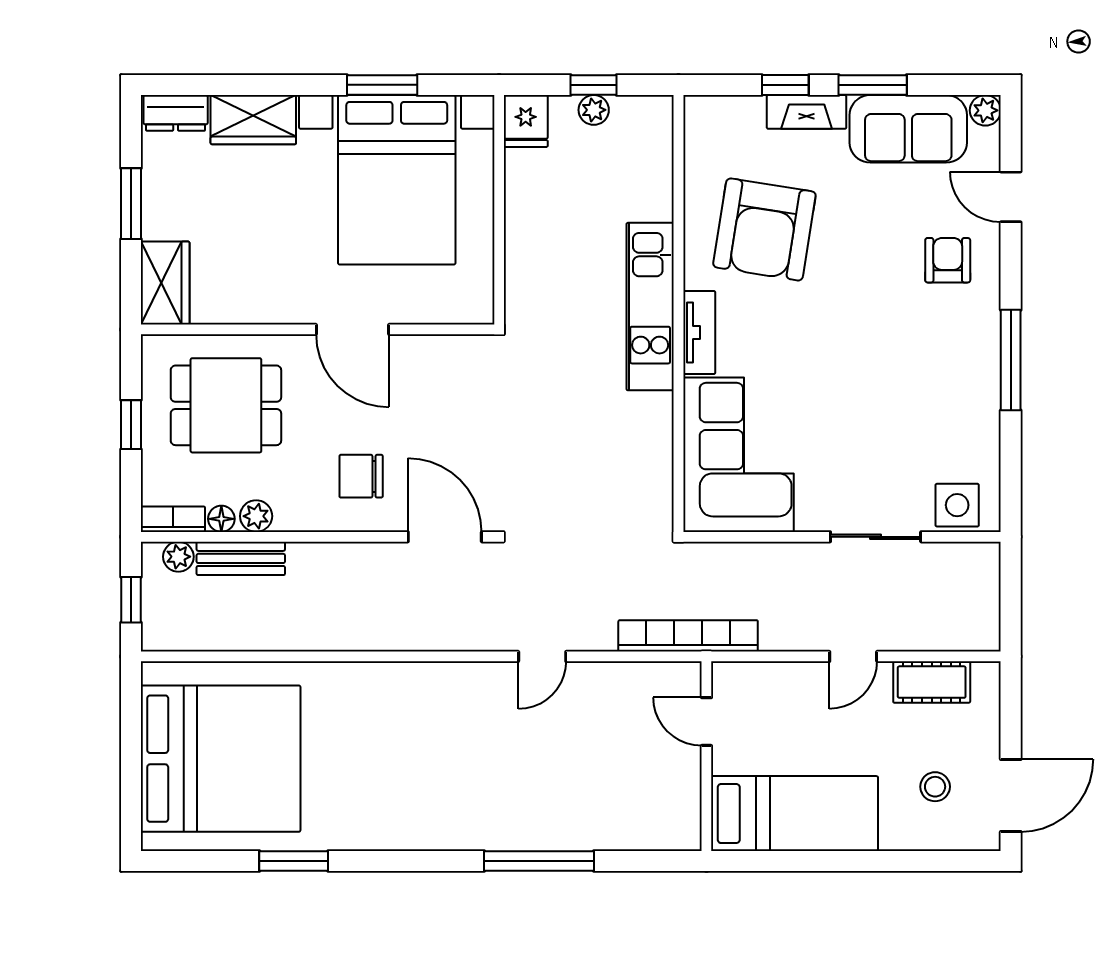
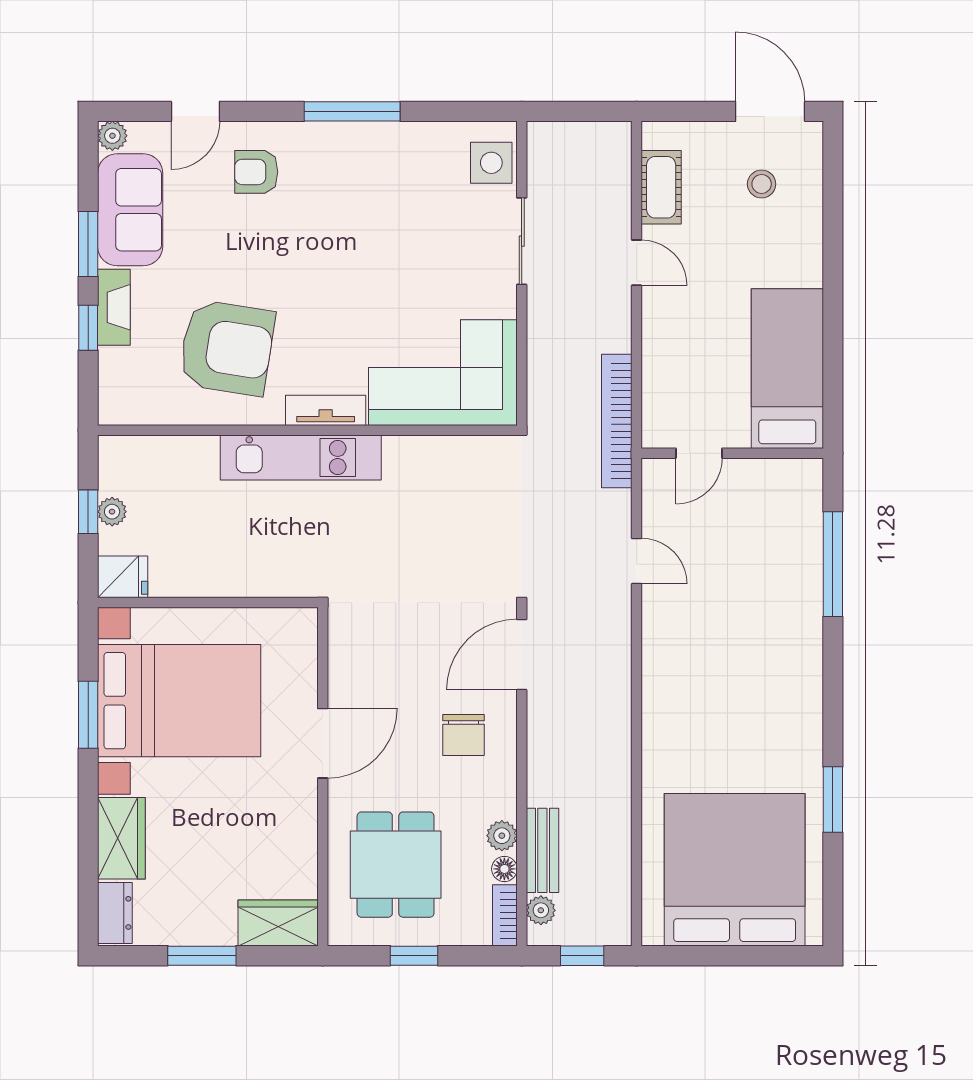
door: (706, 722) -> (699, 453), moved
wall: (706, 756) -> (732, 453), moved
bed: (795, 814) -> (787, 369), moved

